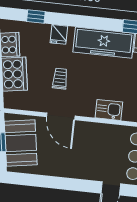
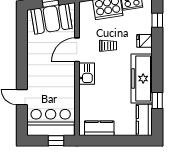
kitchen sink: (109, 110) -> (87, 74), moved

